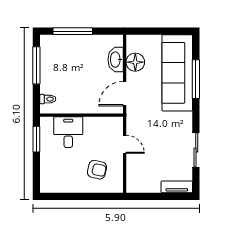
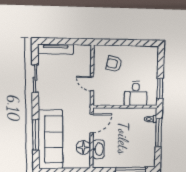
window: (36, 65) -> (159, 132), moved
tv unit: (177, 187) -> (56, 49), width x1.41

